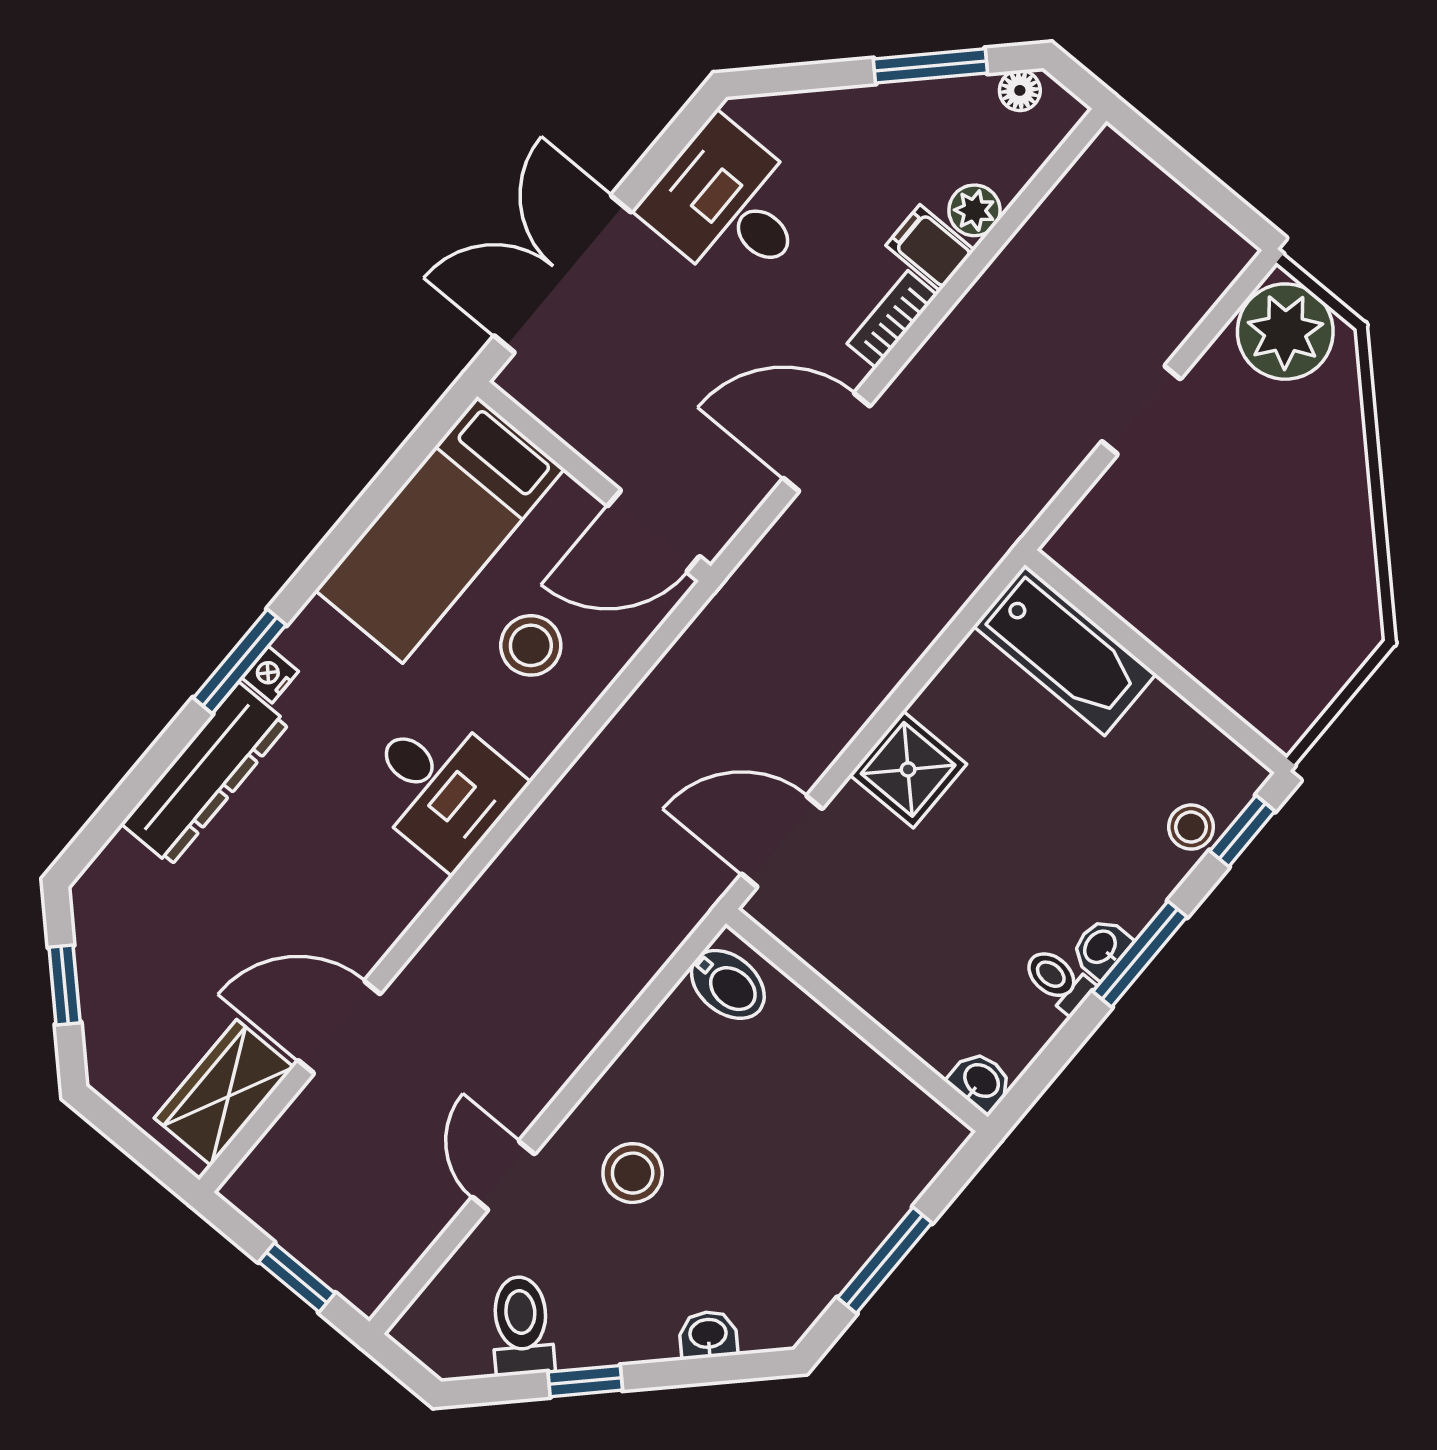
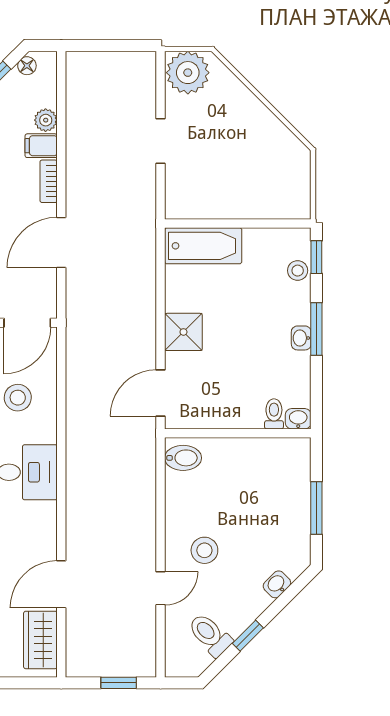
toilet: (1058, 980) -> (274, 414), moved, turned 90
door: (503, 1176) -> (161, 588), swing flipped

